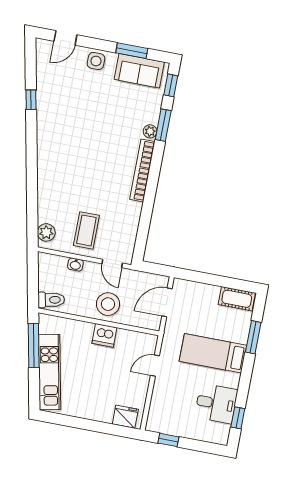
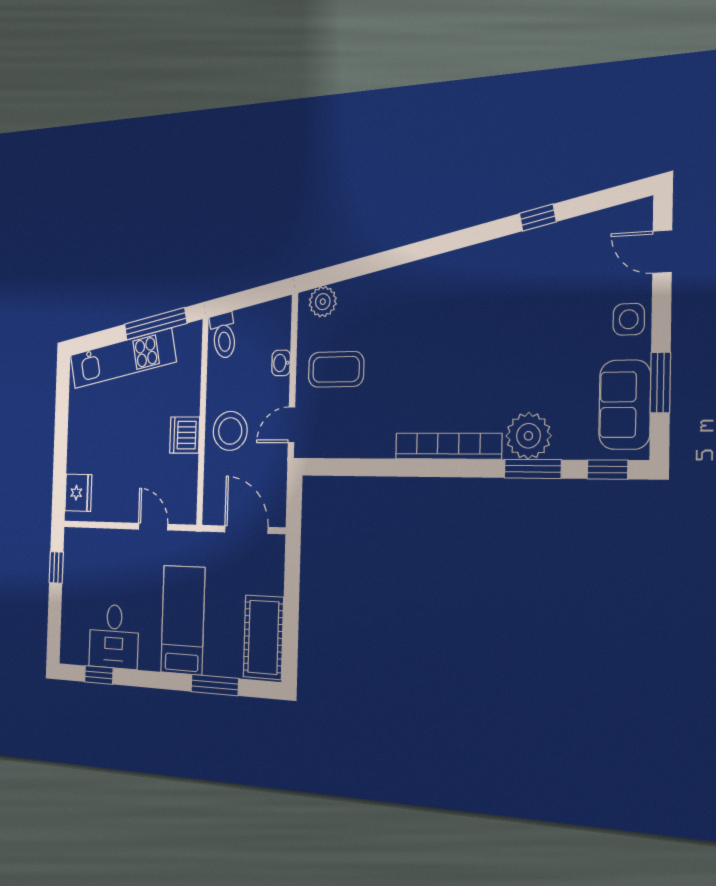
plant: (150, 131) -> (528, 436), width x1.88, depth x1.88
cot: (237, 299) -> (263, 637), width x1.37, depth x1.34

